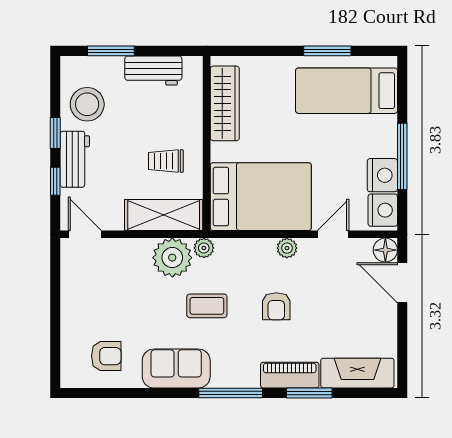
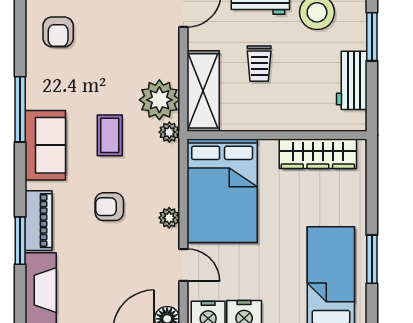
trolley: (166, 161) -> (259, 64), moved, turned 180
sofa: (176, 369) -> (45, 145), moved
window: (231, 393) -> (20, 109), moved

